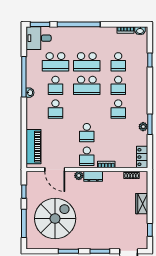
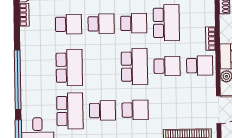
school desk: (87, 85) -> (134, 67), moved
school desk: (118, 133) -> (166, 23), added

